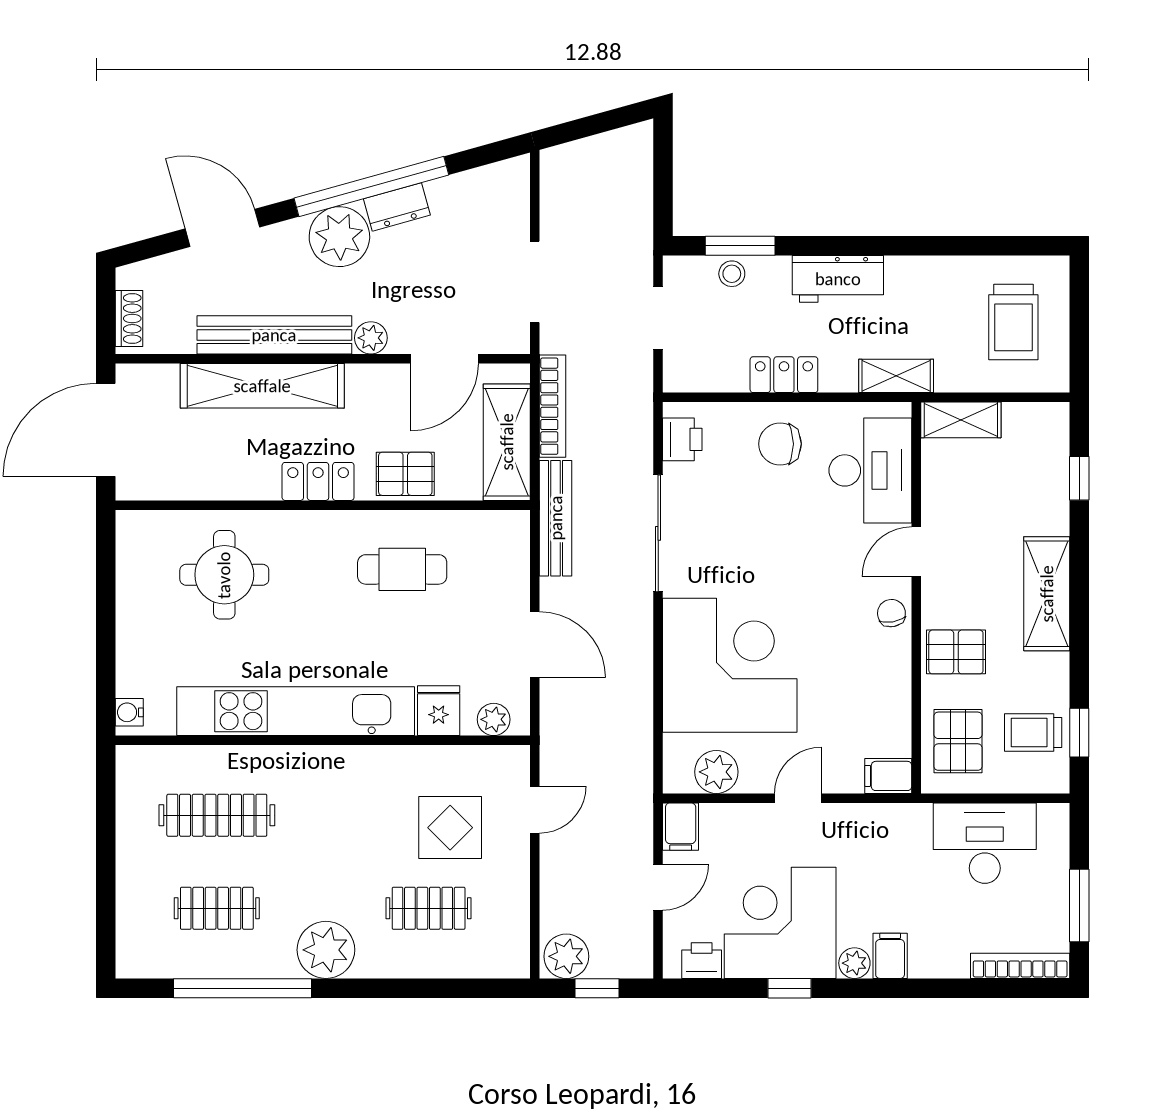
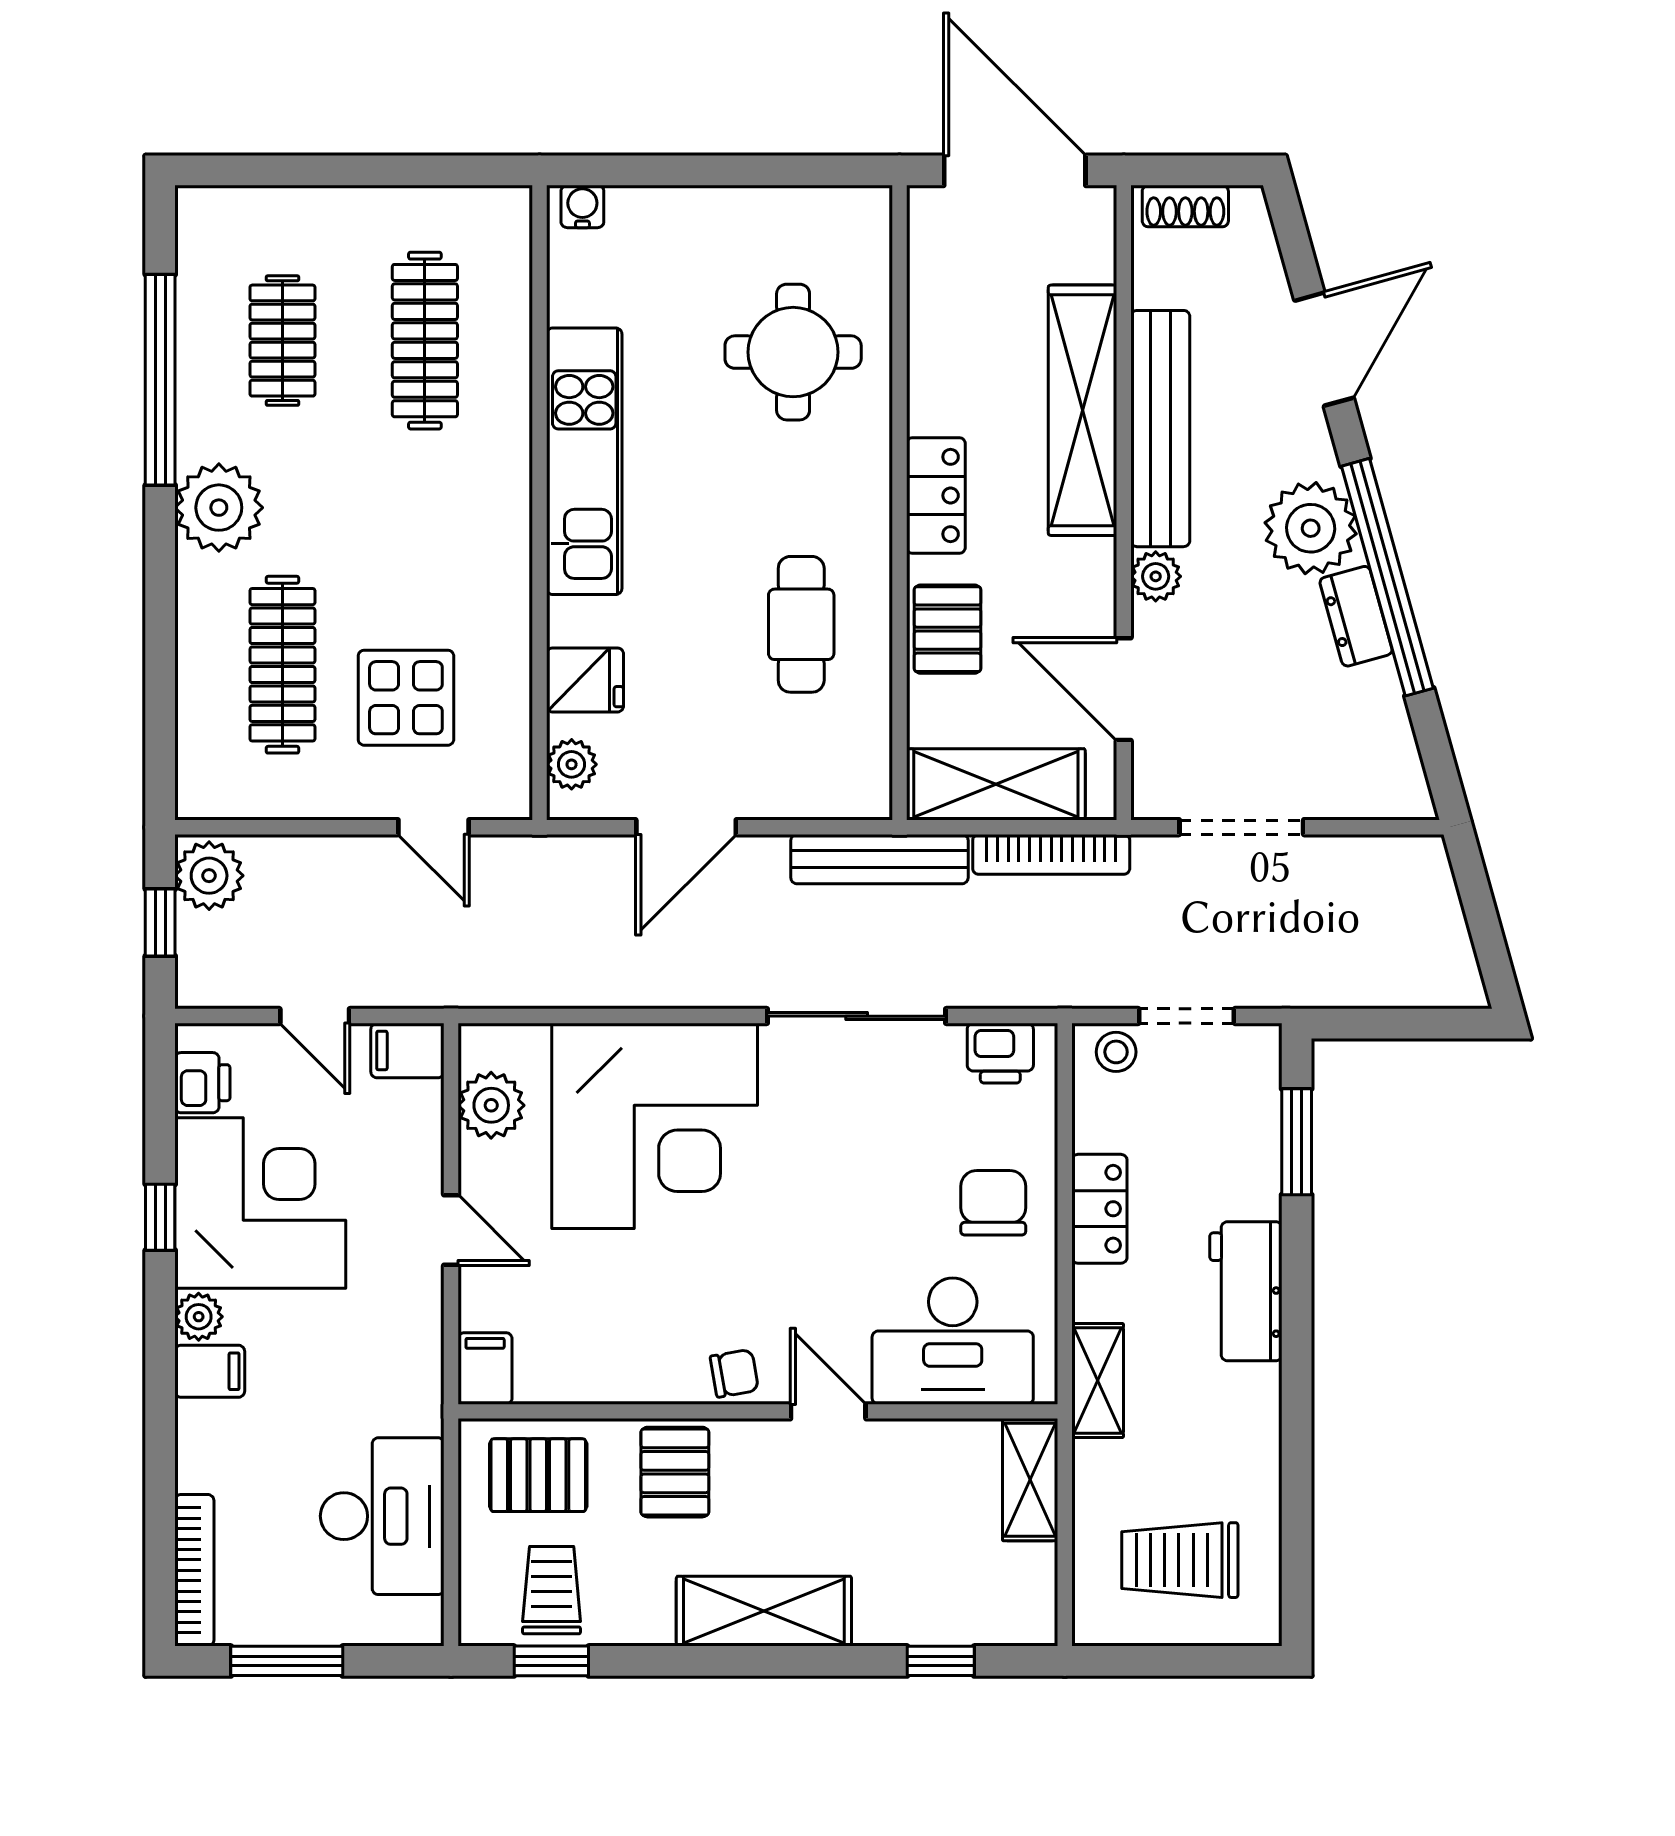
stool: (732, 274) -> (1116, 1052), moved
kitchen unit: (296, 711) -> (584, 461), width x0.73
clothes rail: (429, 908) -> (282, 665), width x1.36

